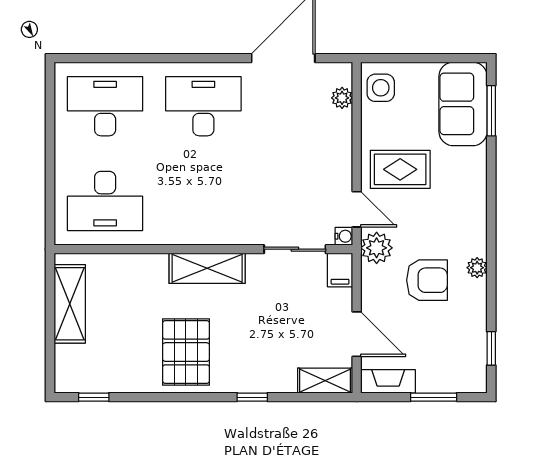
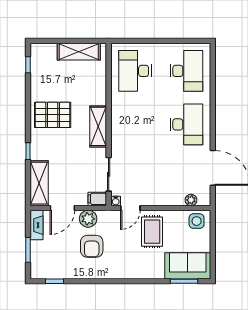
plant: (377, 248) -> (88, 219), moved
plant: (477, 268) -> (99, 274), removed
shelving: (325, 381) -> (39, 183), width x1.50, depth x1.33

